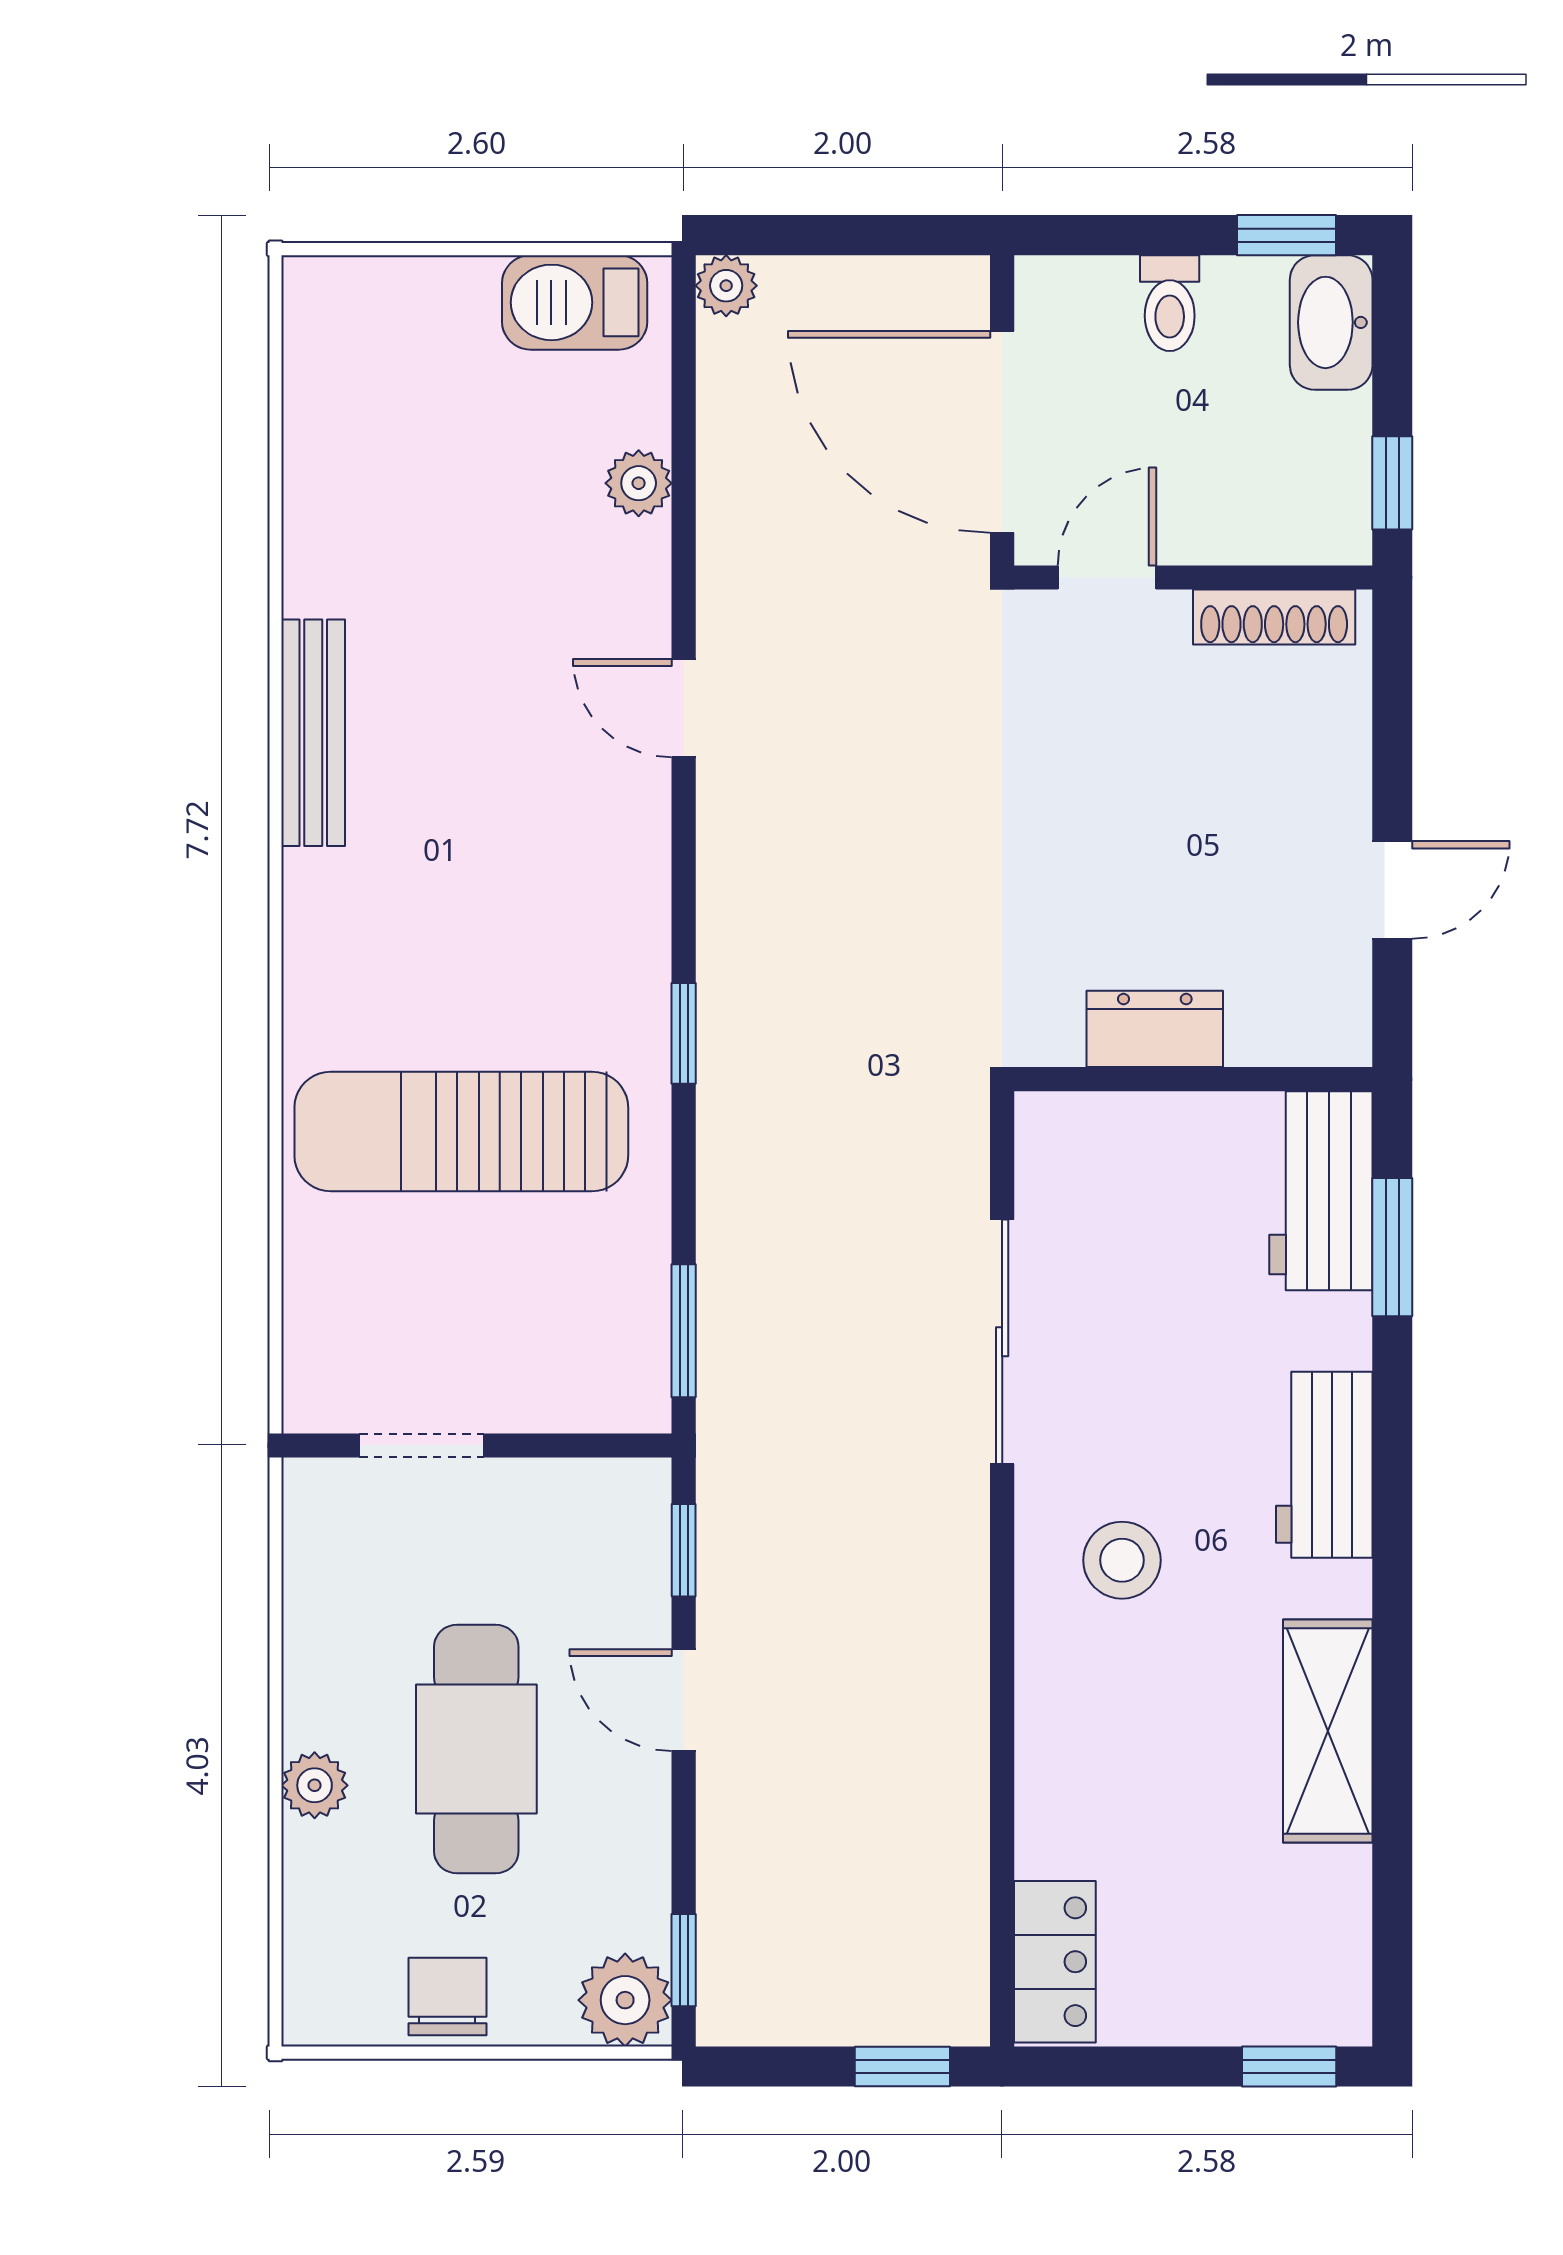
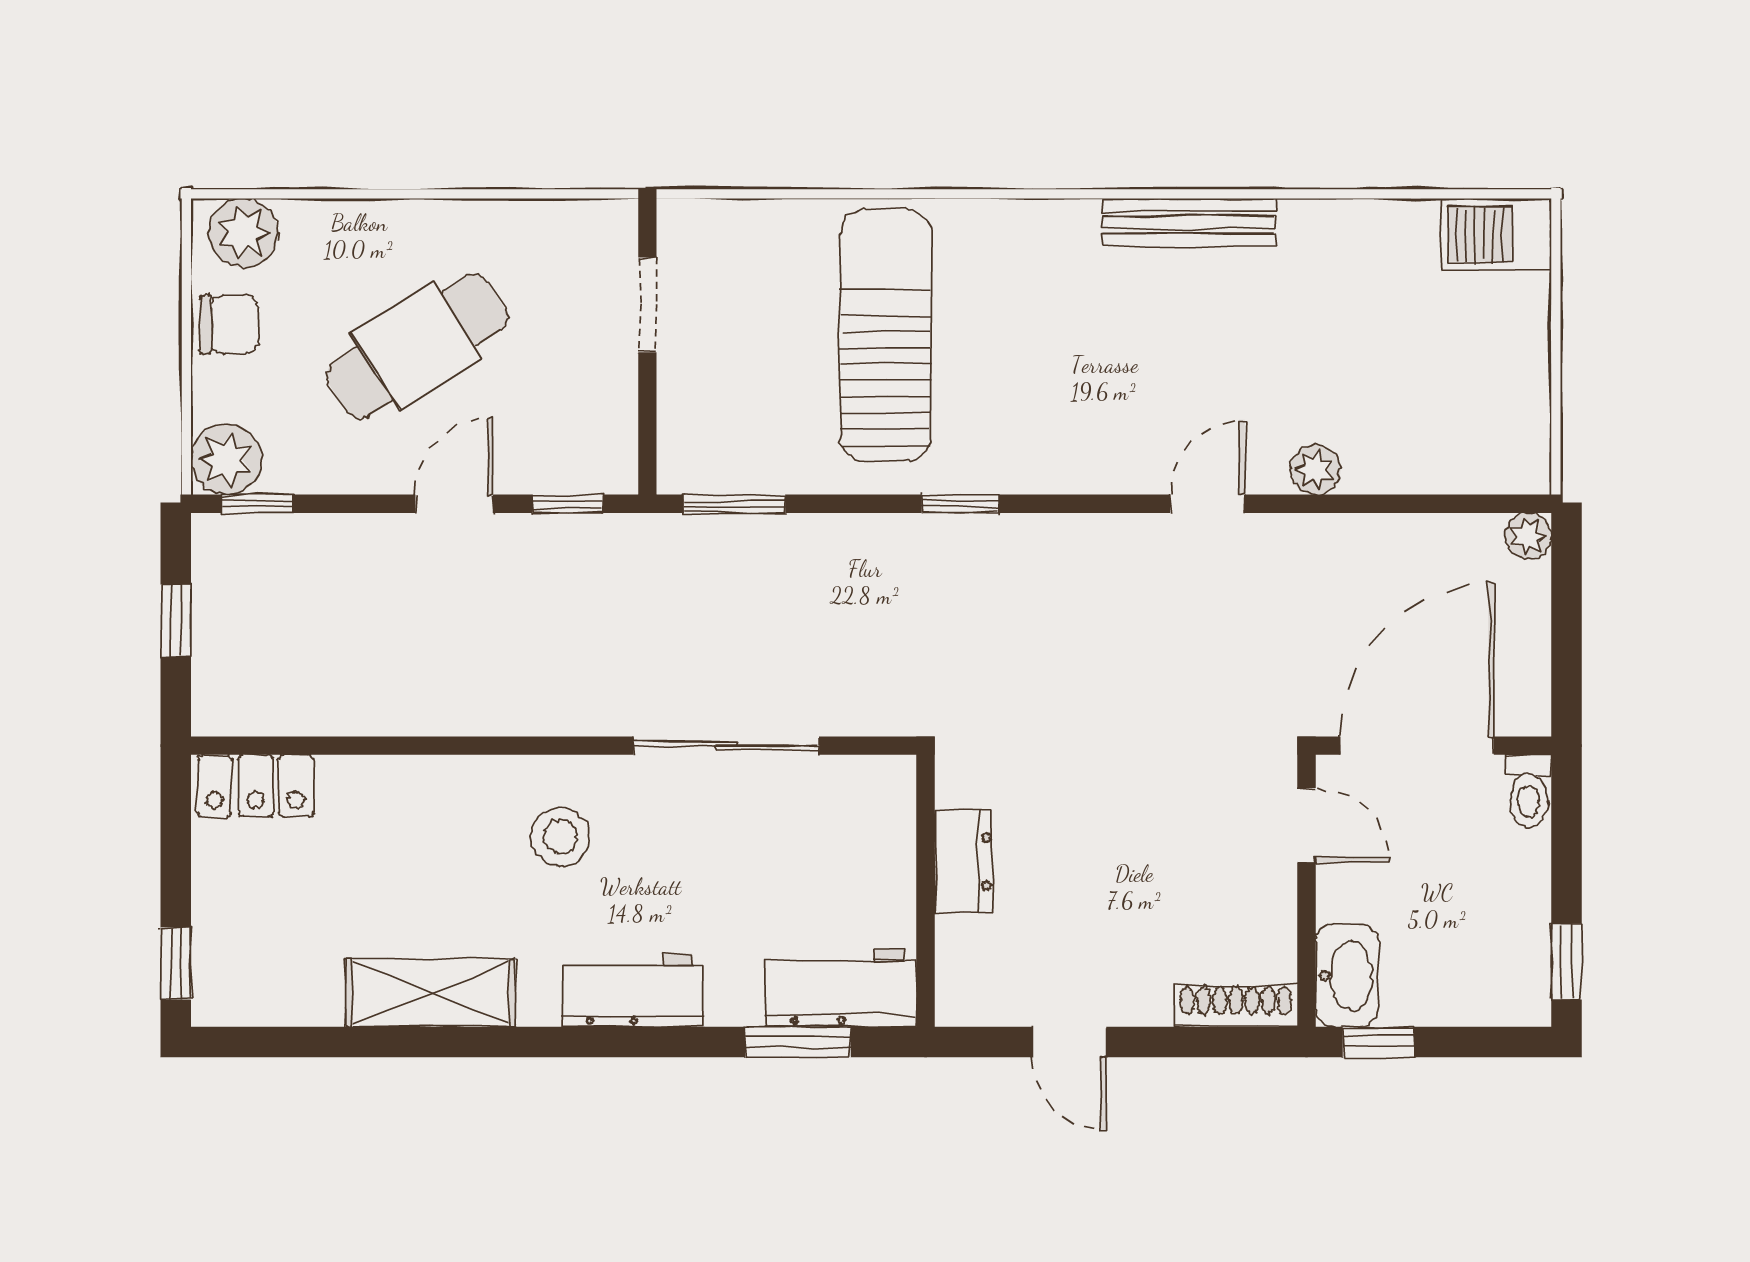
barbecue: (575, 302) -> (1496, 234), moved, turned -90
toilet: (1170, 303) -> (1529, 791), moved, turned -90
washbasin: (1331, 322) -> (1347, 976), moved, turned 90
plant: (639, 483) -> (1315, 470), moved
shoe rack: (1274, 617) -> (1236, 1006), moved, turned 90
cafe table: (476, 1749) -> (417, 346), turned -33
plant: (315, 1785) -> (243, 233), moved, width x1.38, depth x1.38
window: (902, 2067) -> (176, 621), moved

